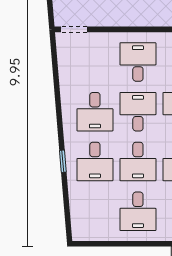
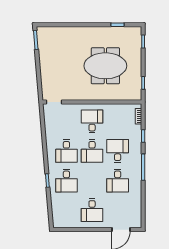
desk: (138, 112) -> (92, 151), turned 180
desk: (138, 162) -> (92, 181), removed

